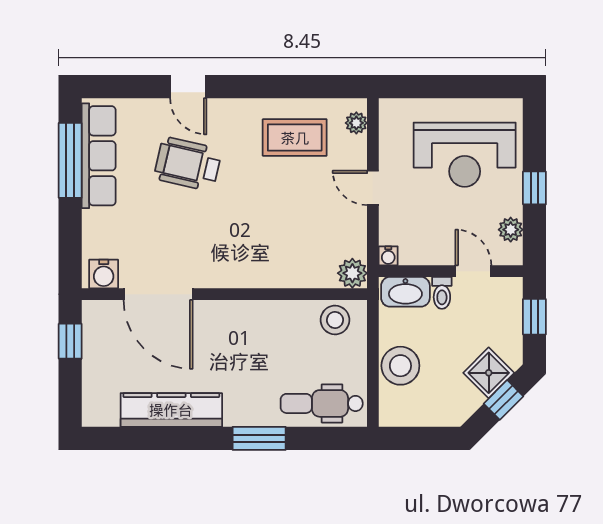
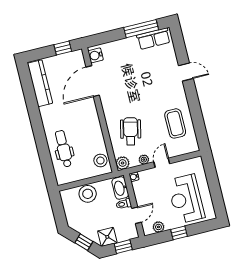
door: (188, 87) -> (186, 72), swing flipped
plant: (356, 123) -> (144, 160), moved
row of seats: (99, 156) -> (154, 39), width x0.68
wheelchair: (188, 164) -> (131, 131), moved
shower: (489, 373) -> (107, 237), moved, turned 45
dental chair: (322, 403) -> (64, 149), moved
kitchen counter: (171, 410) -> (40, 83), moved
window: (259, 438) -> (41, 140), removed

